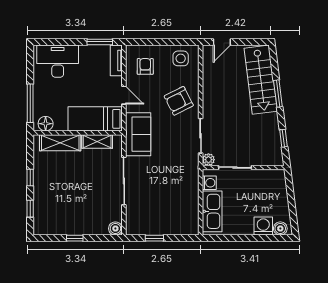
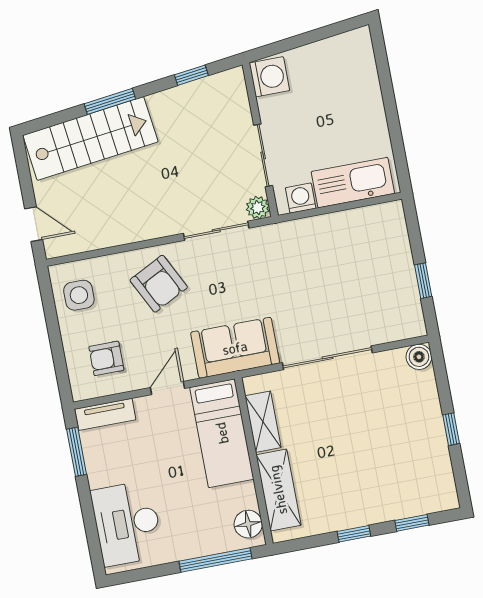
washing machine: (263, 226) -> (269, 77), moved, turned 180
boiler: (280, 228) -> (361, 49), removed

